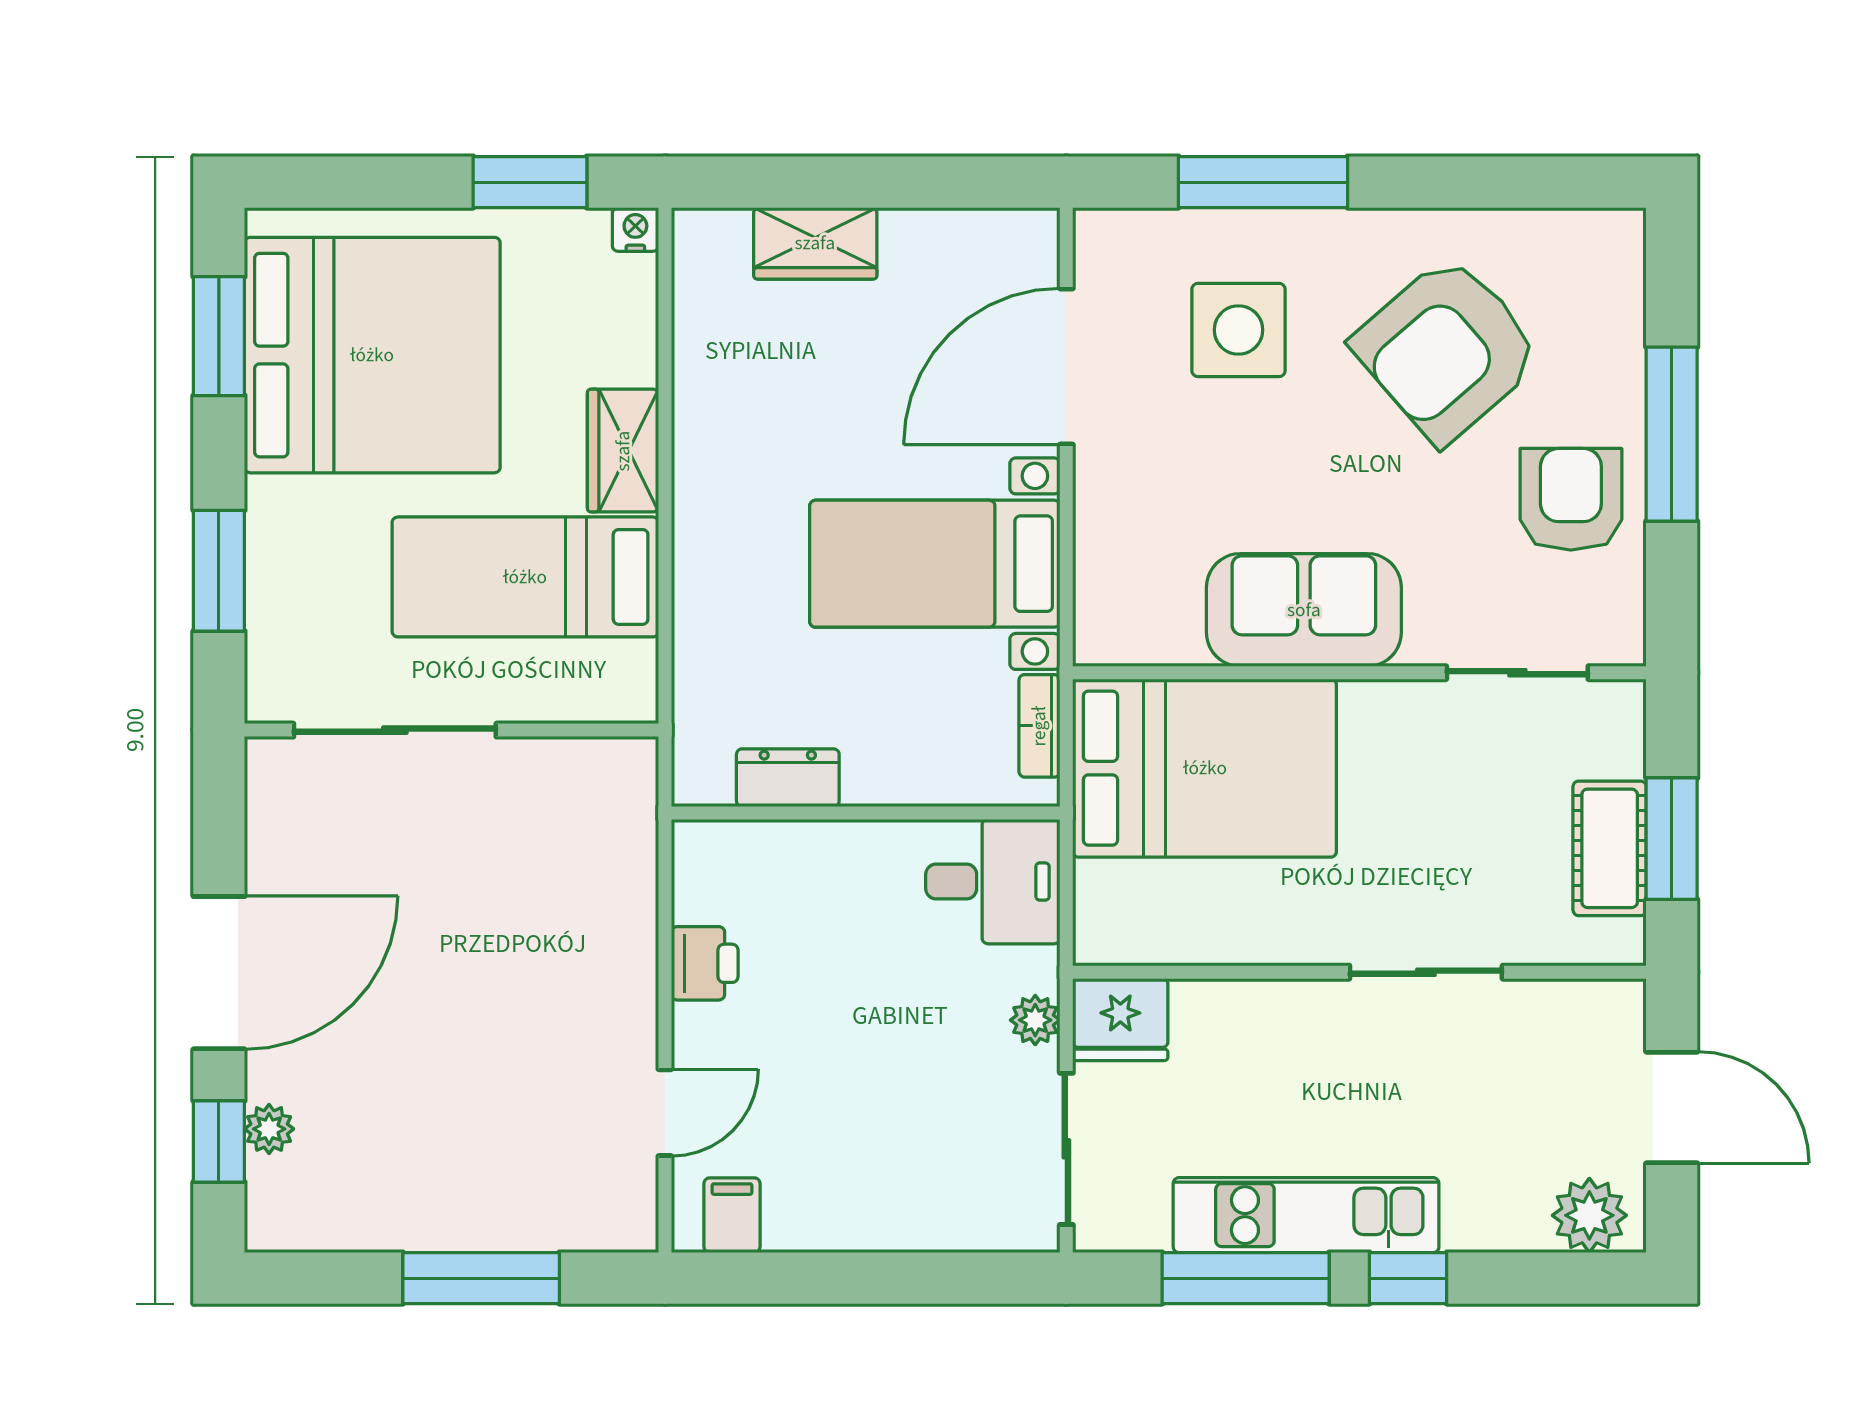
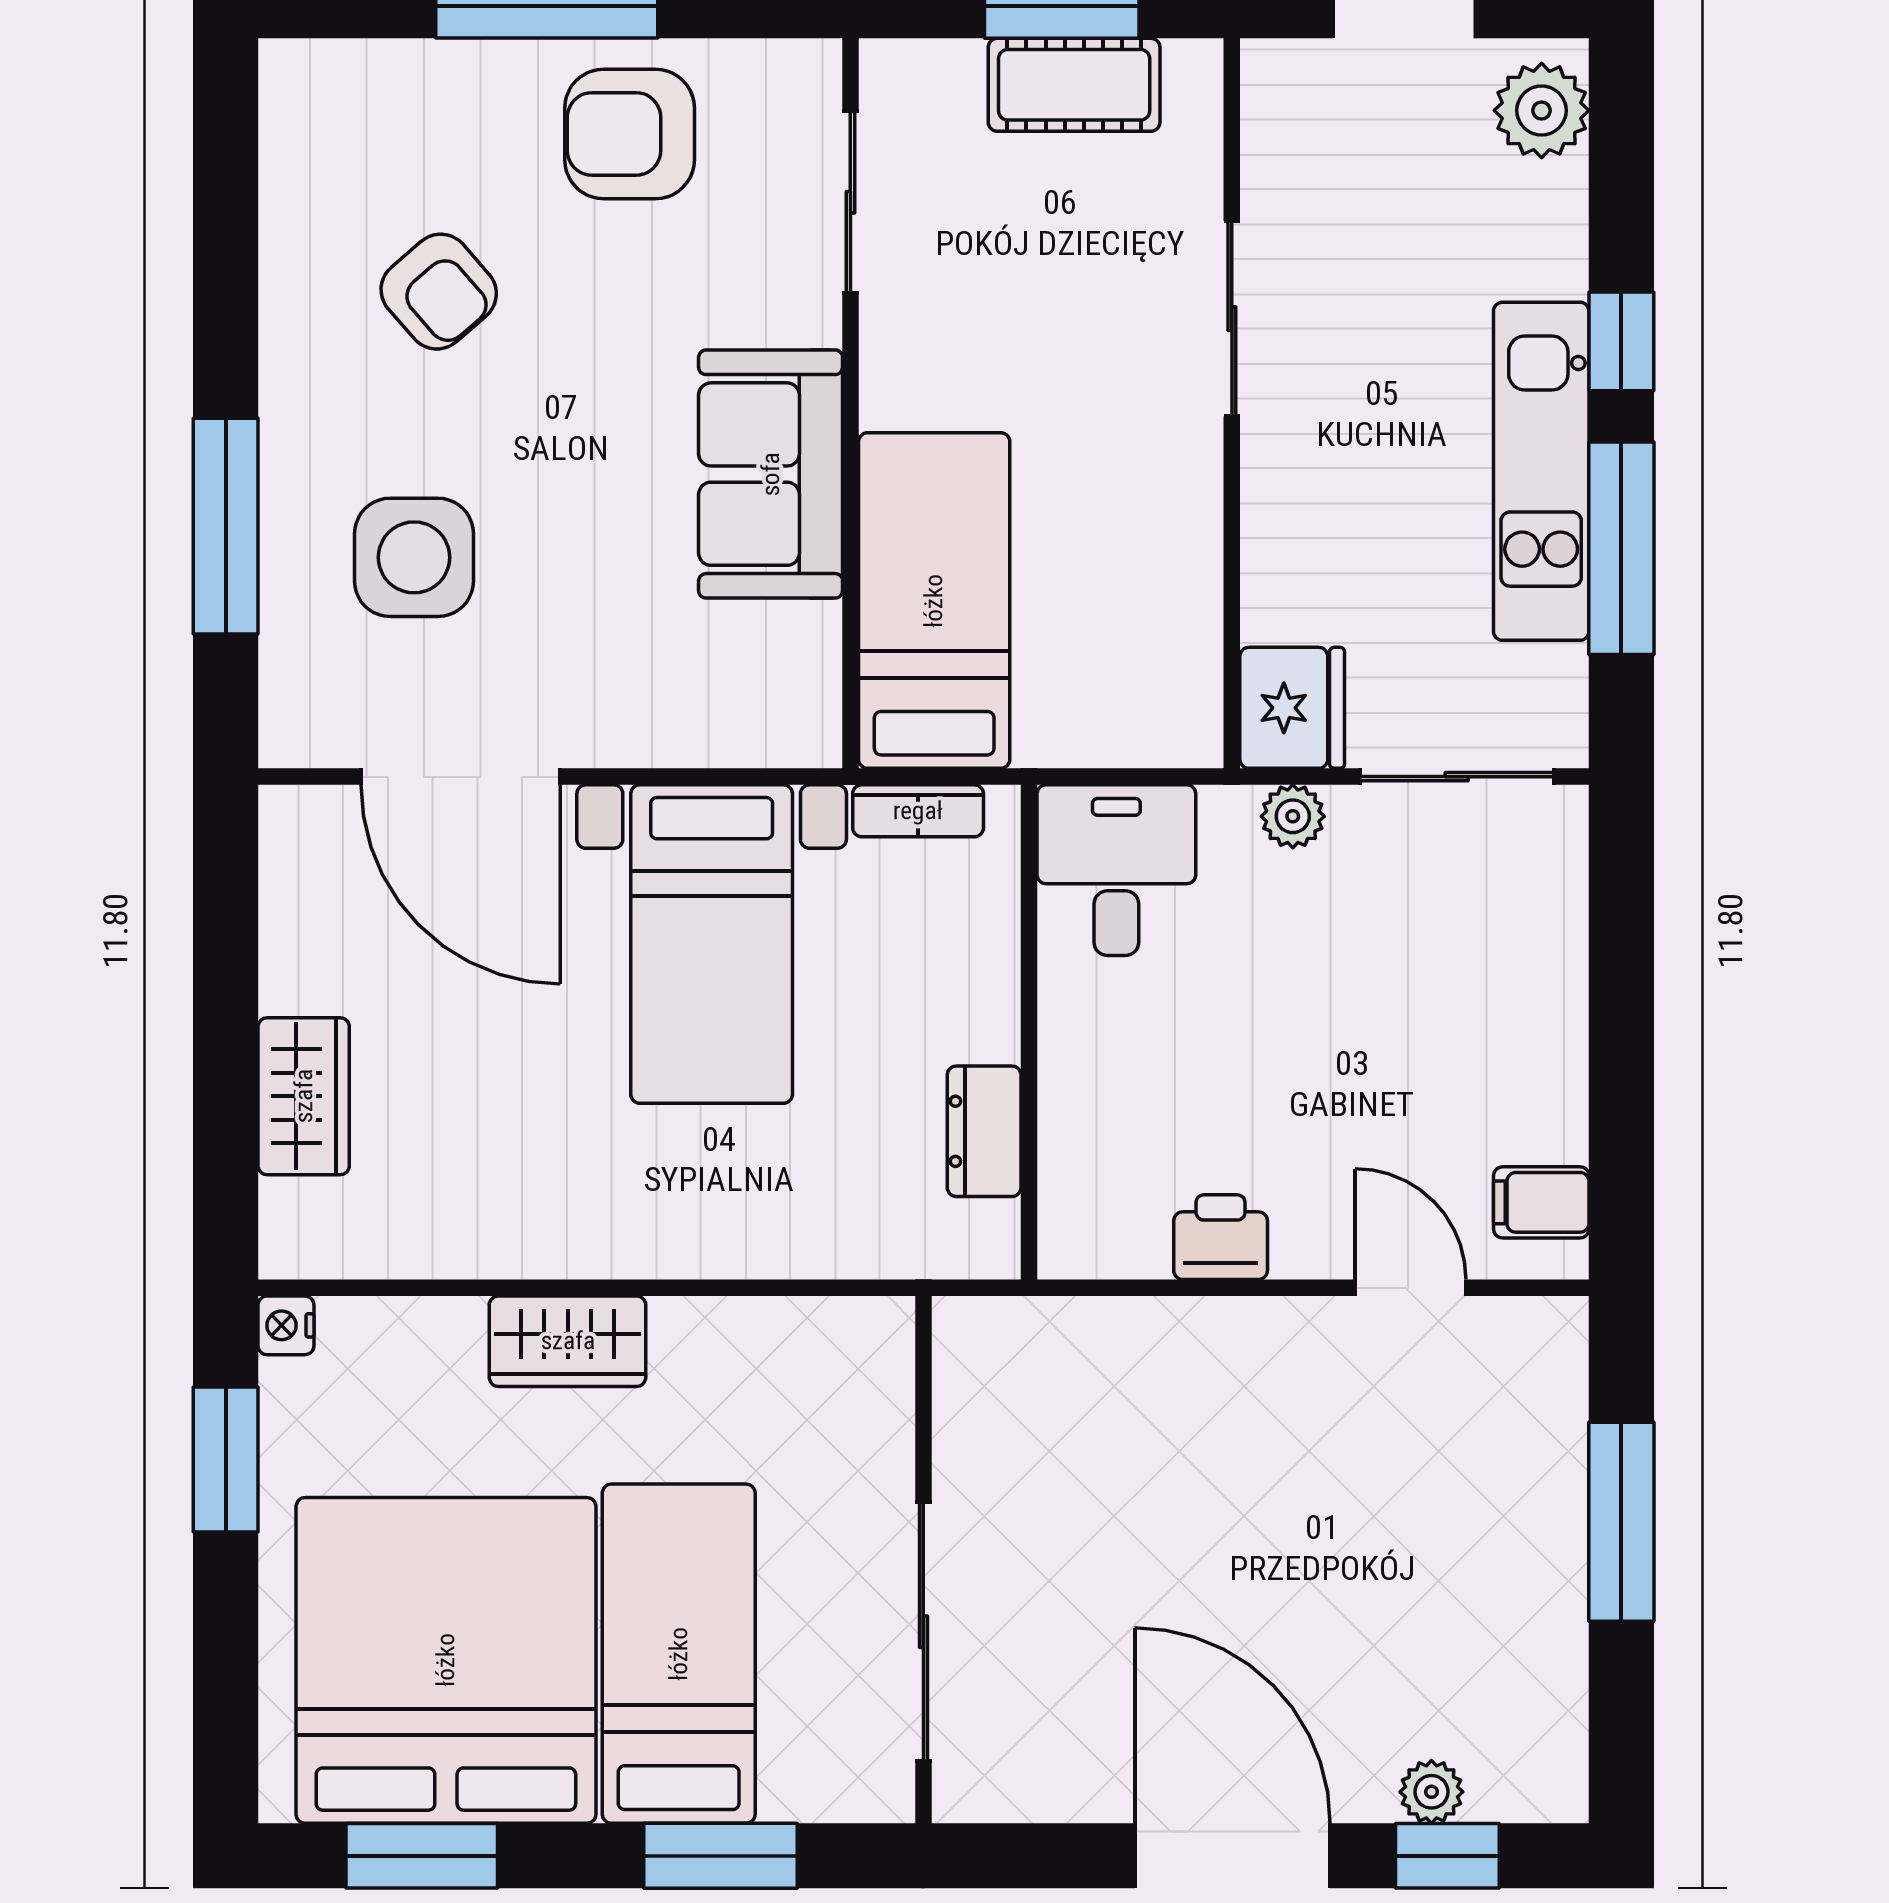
armchair: (1447, 349) -> (439, 292), width x0.53, depth x0.53
bed: (525, 577) -> (679, 1654), moved, turned 180
bed: (1205, 768) -> (934, 601), width x0.67

